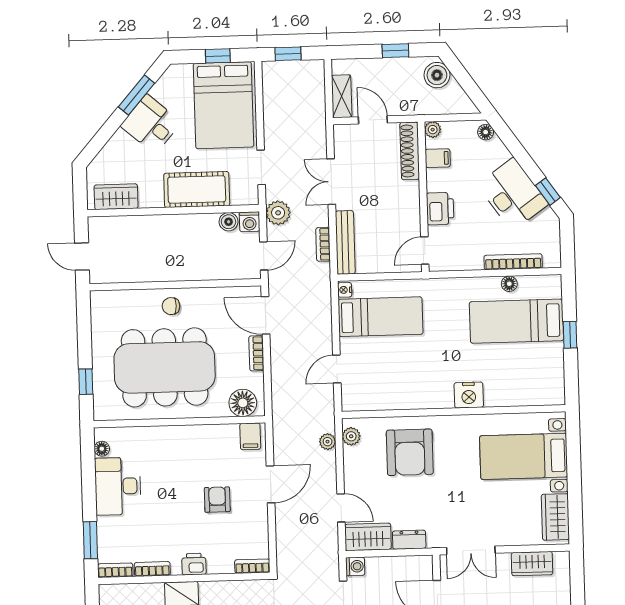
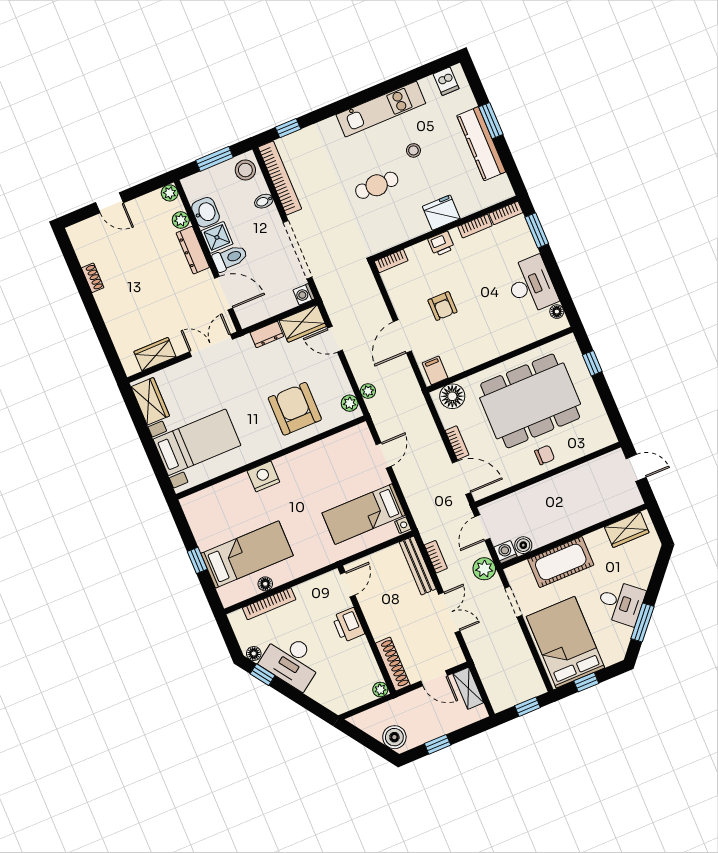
floor lamp: (486, 132) -> (254, 653), moved
filing cabinet: (438, 158) -> (367, 667), removed

